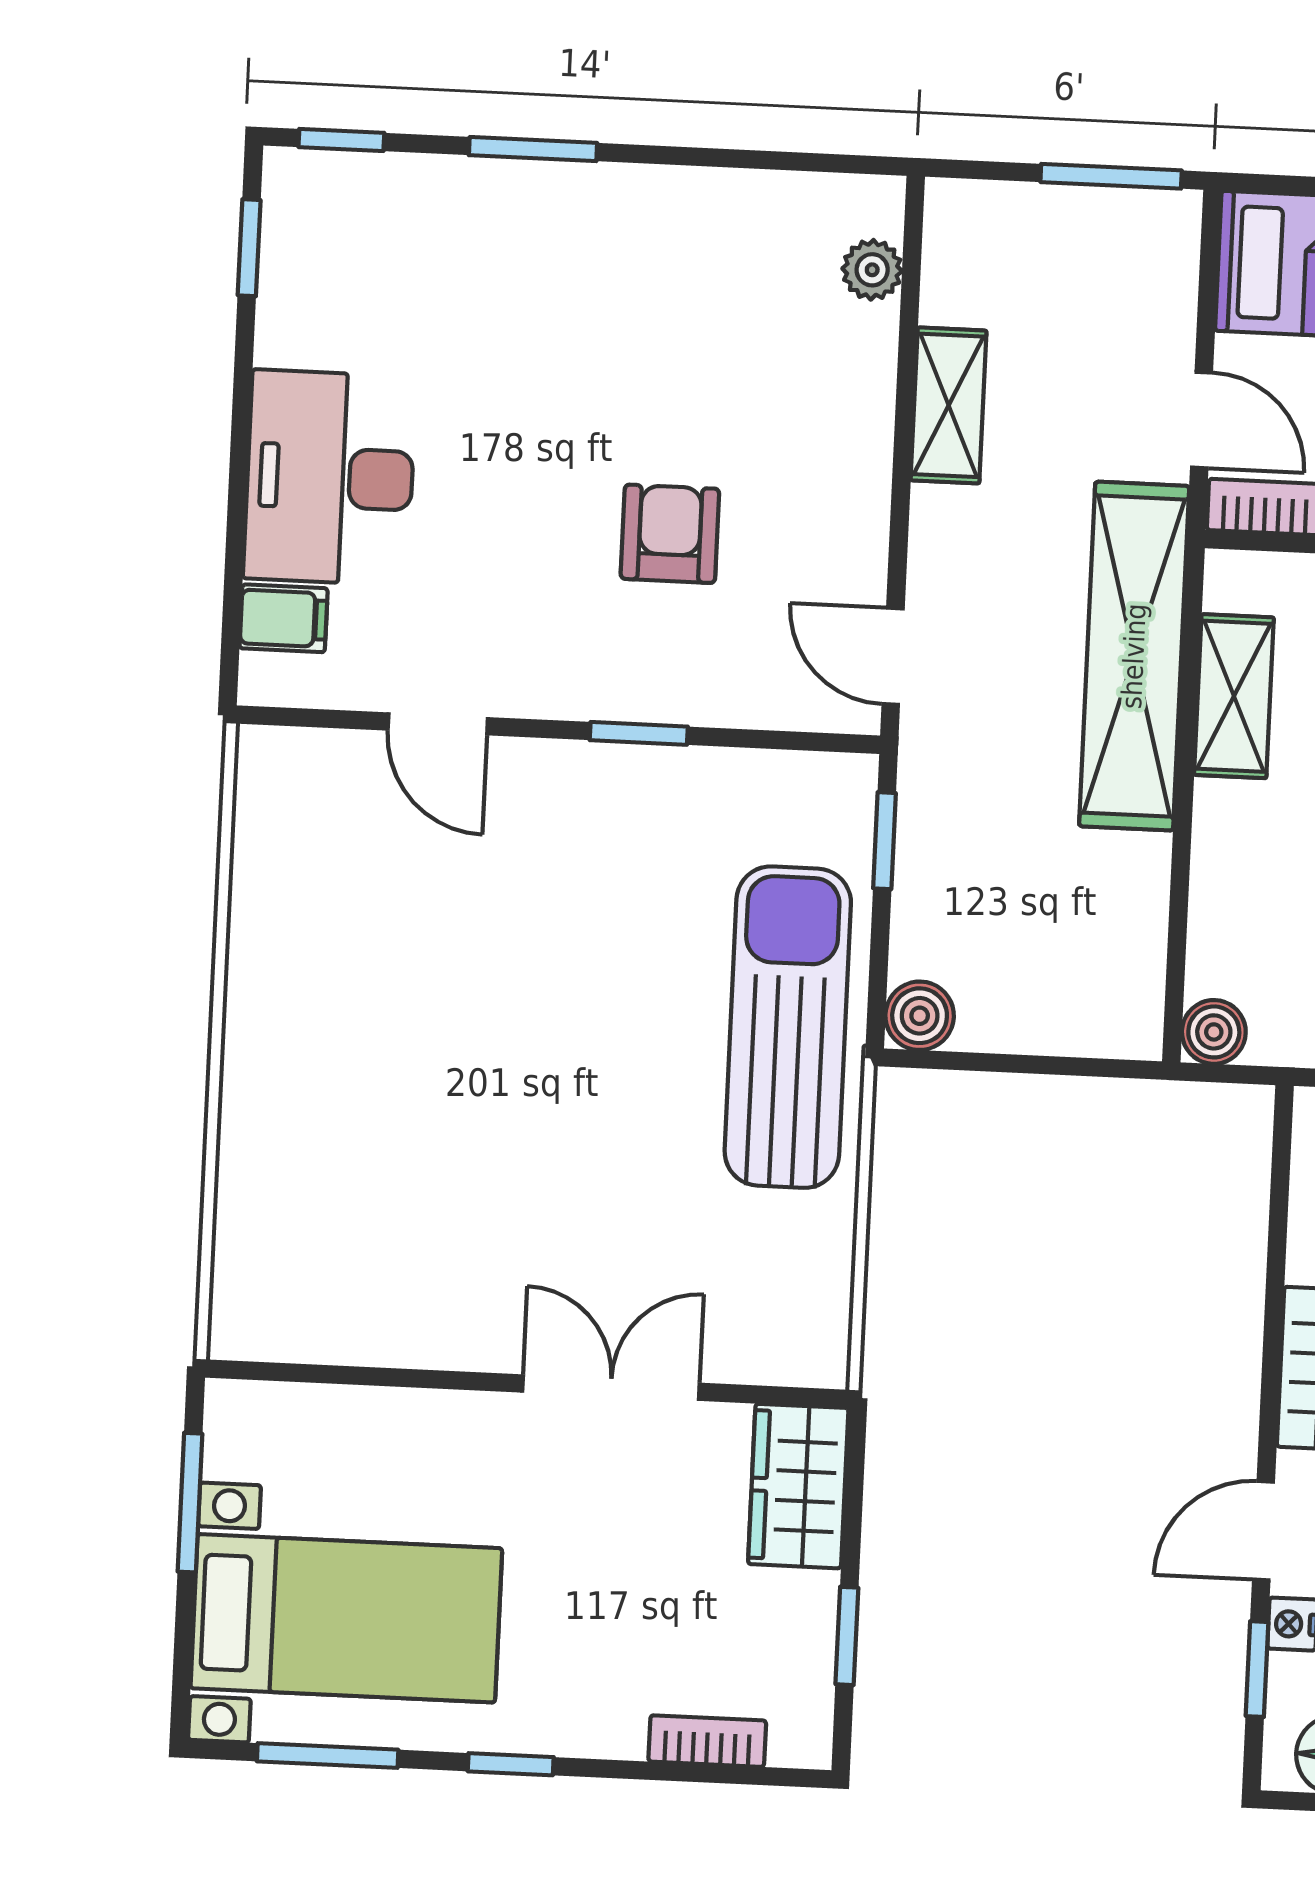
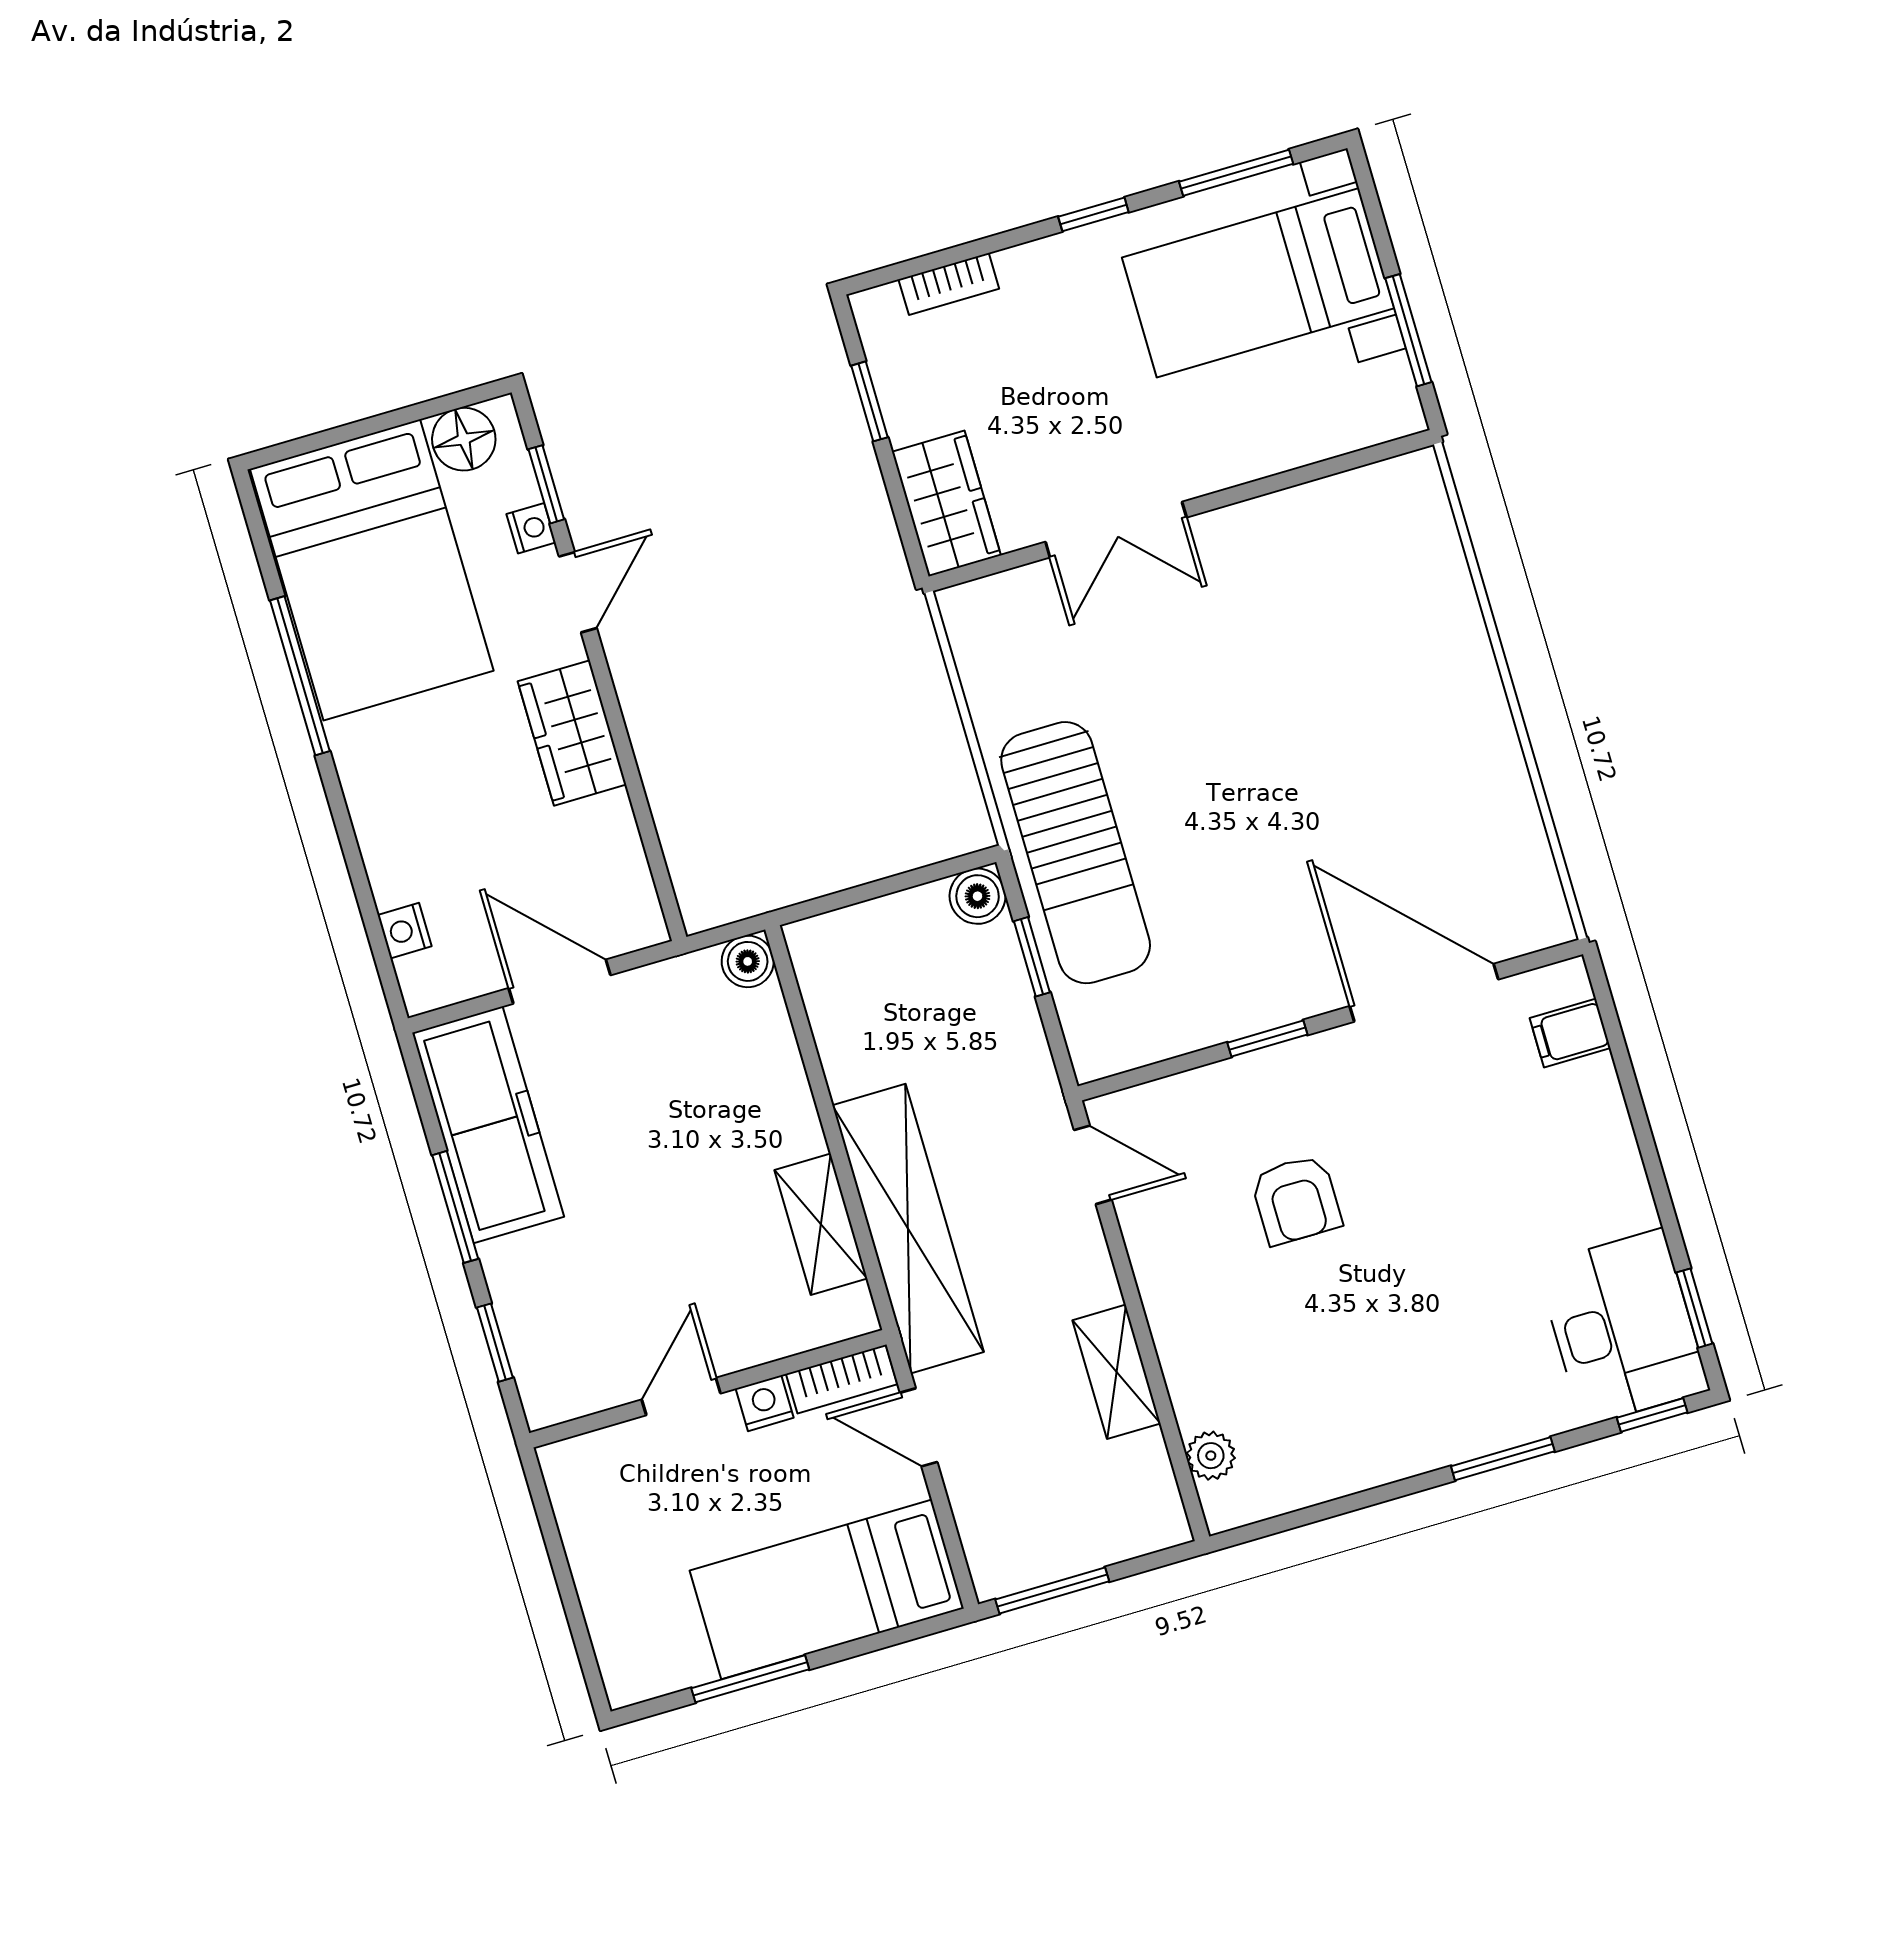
desk: (330, 478) -> (1623, 1327), moved
door: (438, 724) -> (1424, 993), width x1.88
window: (884, 841) -> (1032, 957), moved

